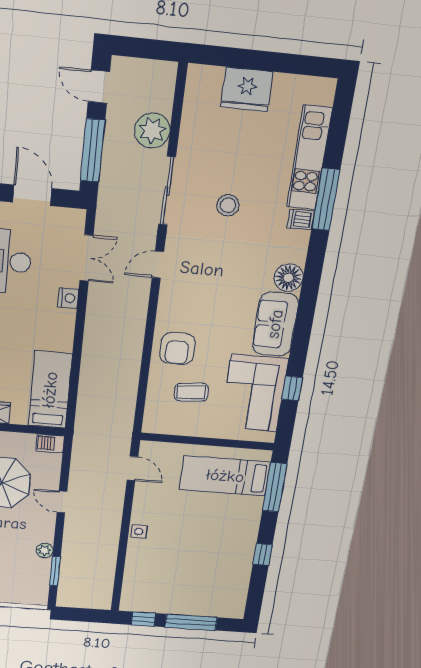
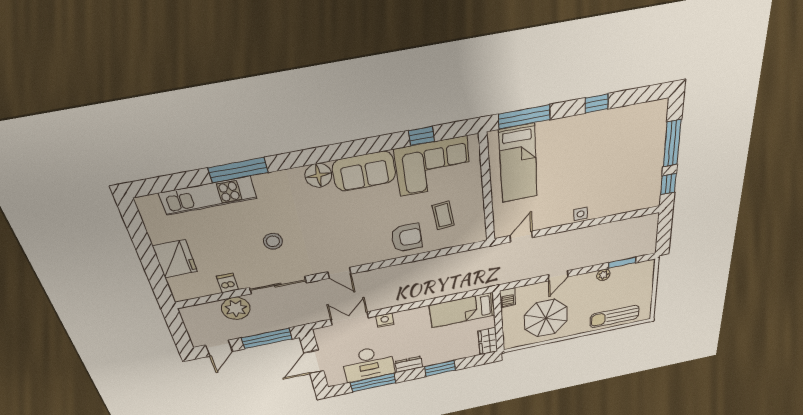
dishwasher: (301, 219) -> (227, 283), moved, turned 180

